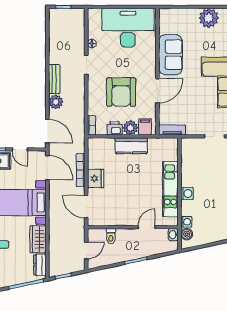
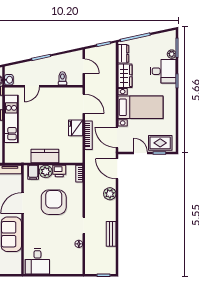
desk: (128, 28) -> (37, 261), width x0.53, depth x0.77
bench: (54, 79) -> (111, 234), moved
door: (86, 250) -> (84, 66), swing flipped

